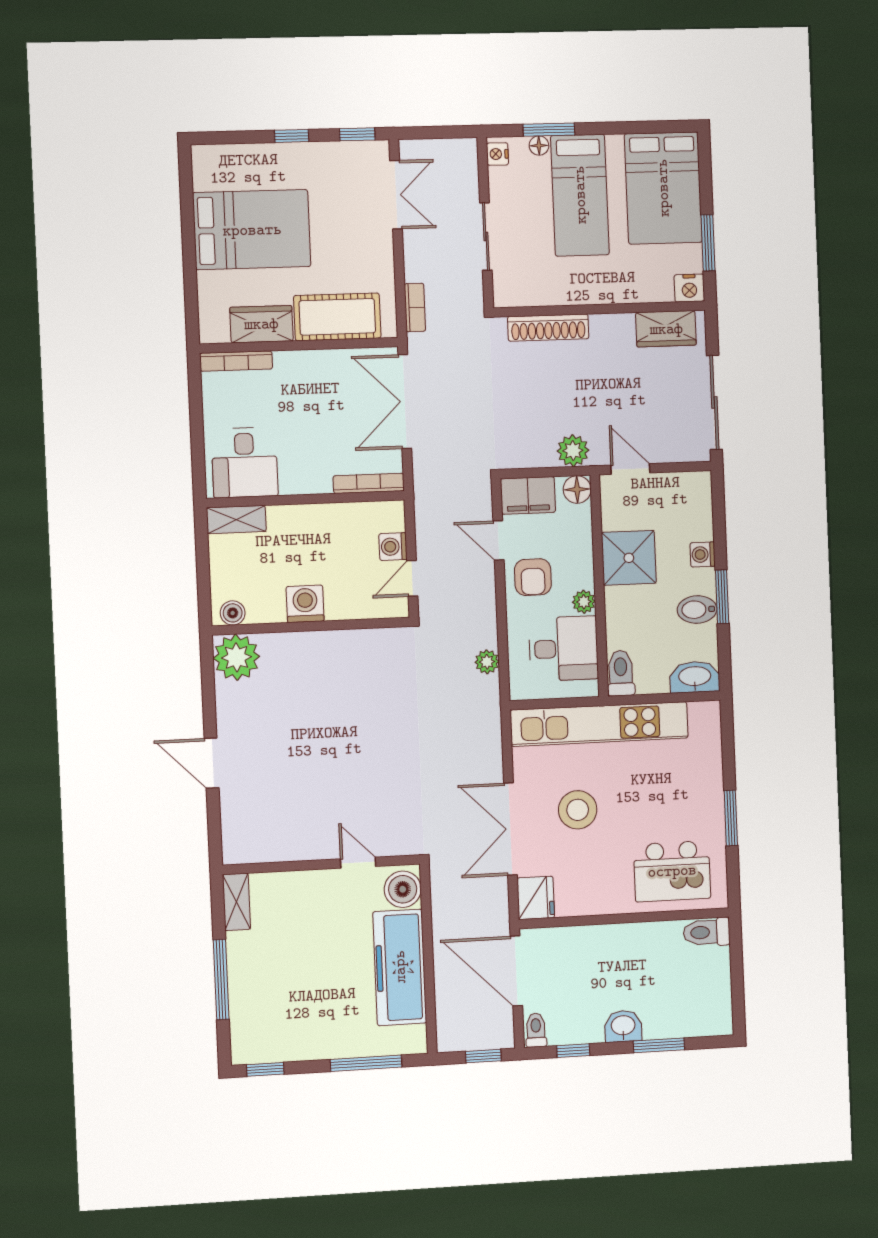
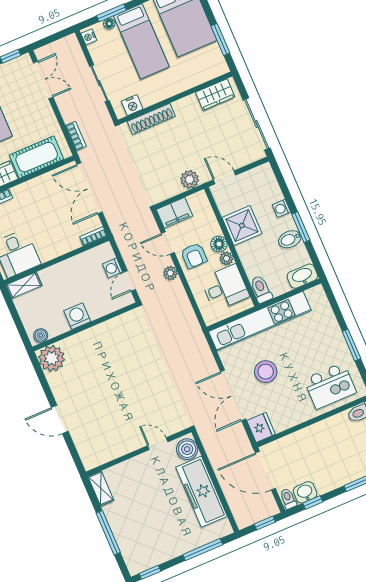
nightstand: (689, 288) -> (132, 105), moved
bookcase: (369, 483) -> (93, 236), width x0.64
floor lamp: (577, 489) -> (219, 244), moved
plant: (487, 662) -> (170, 273), moved
washbasin: (623, 1026) -> (305, 492), moved

